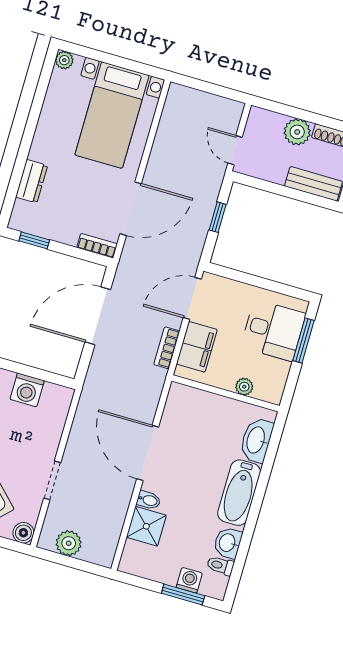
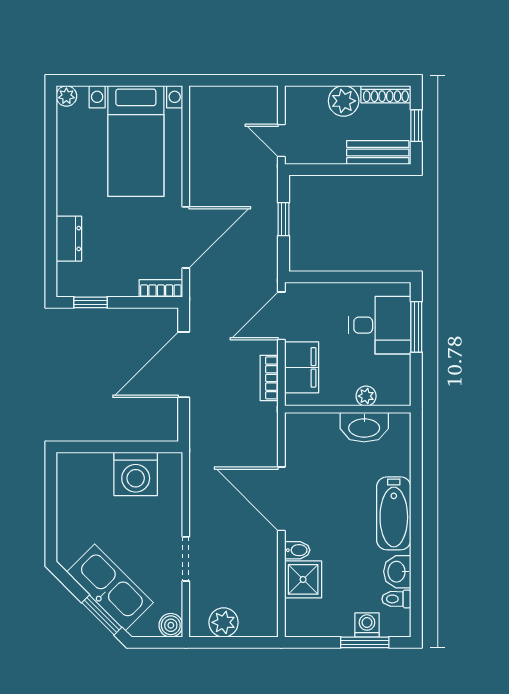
washing machine: (27, 390) -> (136, 474), width x1.37, depth x1.37
washbasin: (256, 440) -> (364, 427), moved, turned -90

